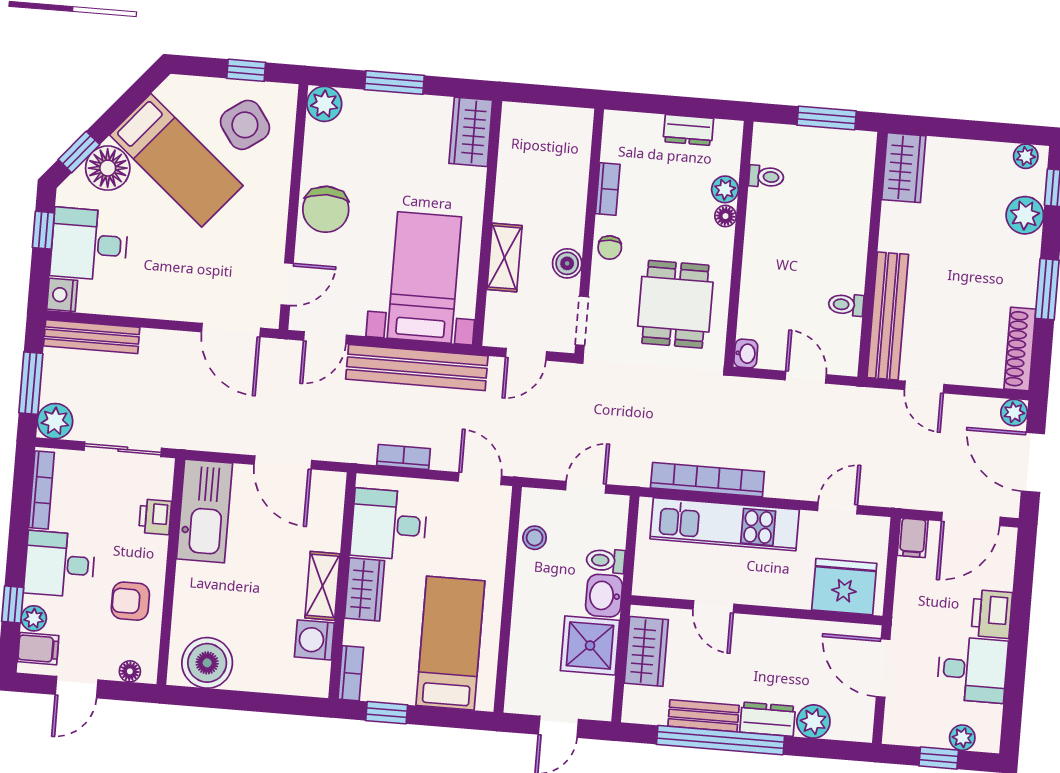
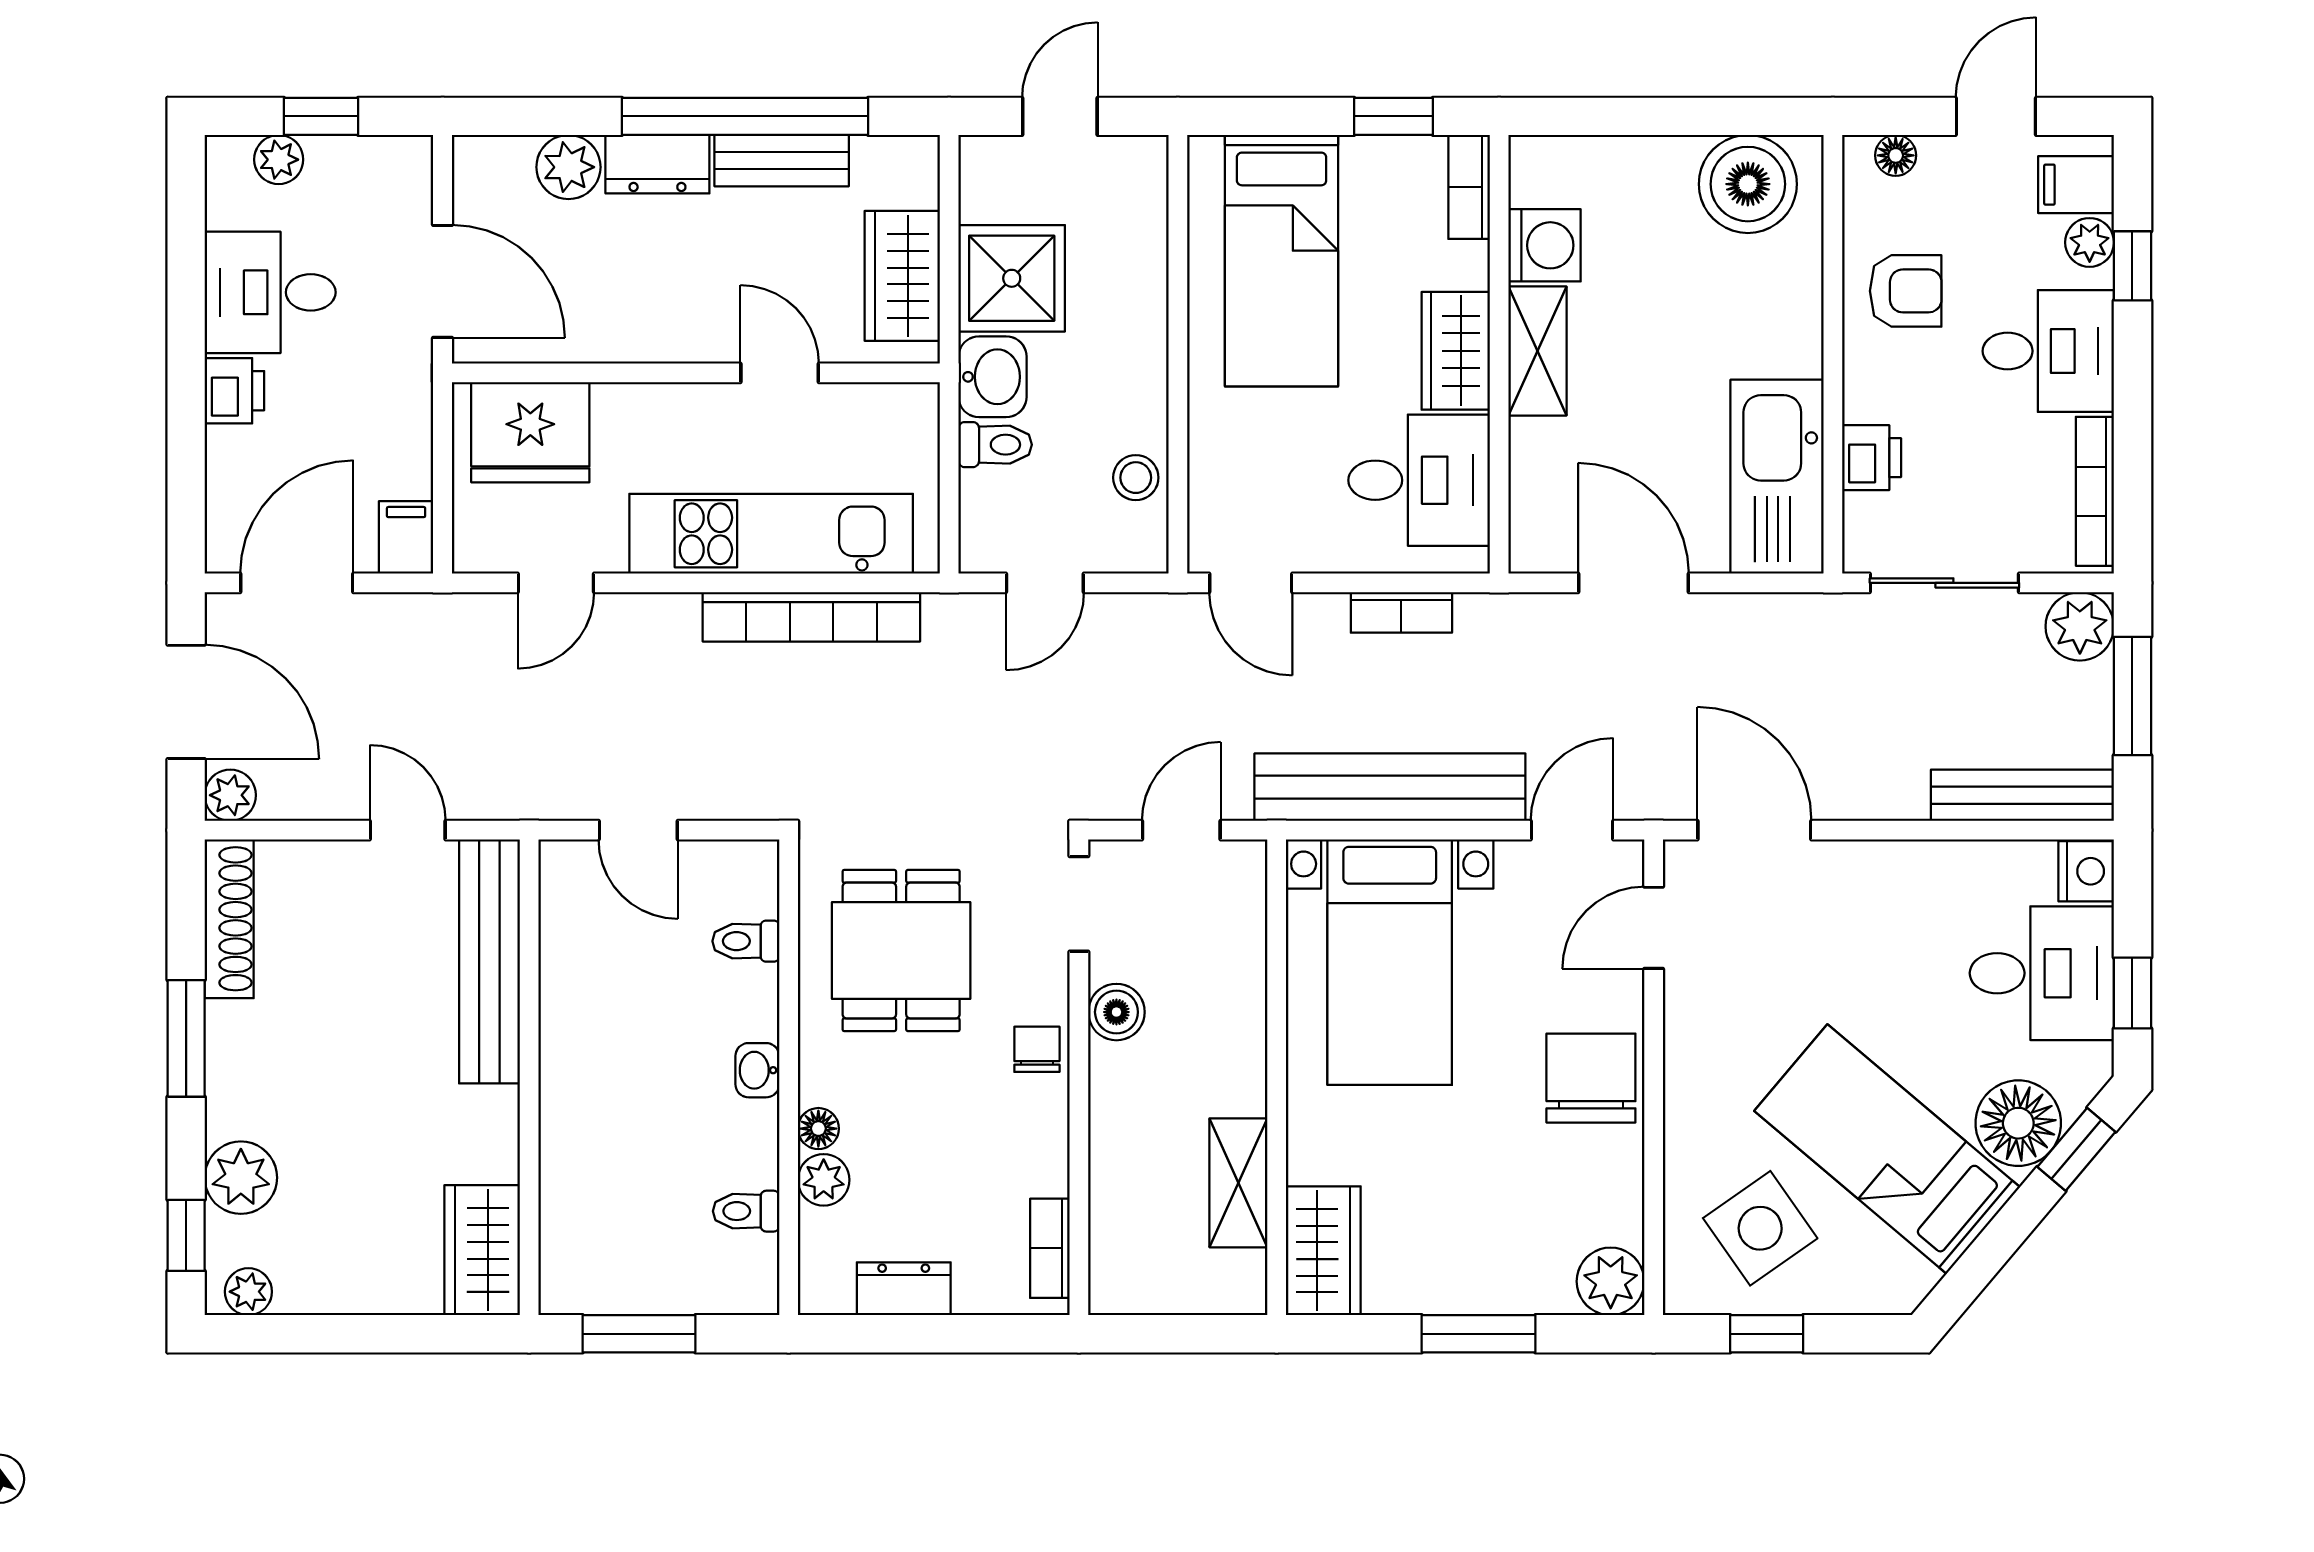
bookcase: (608, 189) -> (1050, 1248), moved
shelving: (504, 257) -> (1238, 1183), moved
toilet: (846, 305) -> (746, 941), moved, turned 180
washbasin: (746, 353) -> (757, 1070), moved
printer: (992, 614) -> (234, 391), width x0.73, depth x0.81

